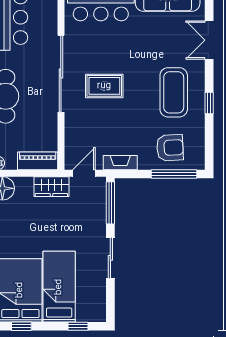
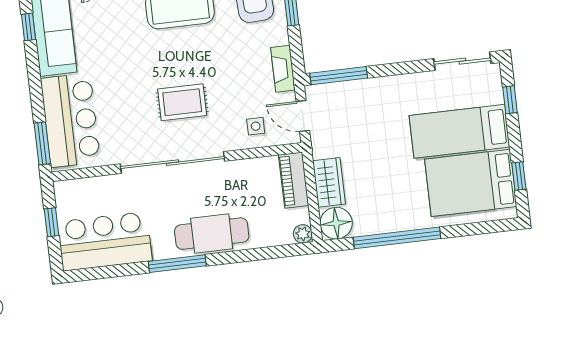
rug: (104, 86) -> (182, 102), turned 90
side table: (80, 138) -> (256, 126), added
wardrobe: (51, 187) -> (329, 182), moved
sliding door: (110, 258) -> (462, 61), moved

